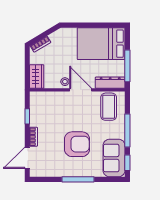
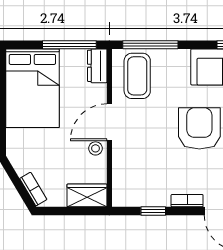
dresser: (110, 83) -> (97, 66), width x0.70
coffee table: (109, 107) -> (137, 76), turned 90
window: (127, 130) -> (150, 45), moved

